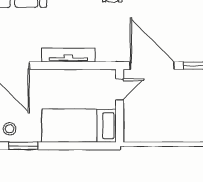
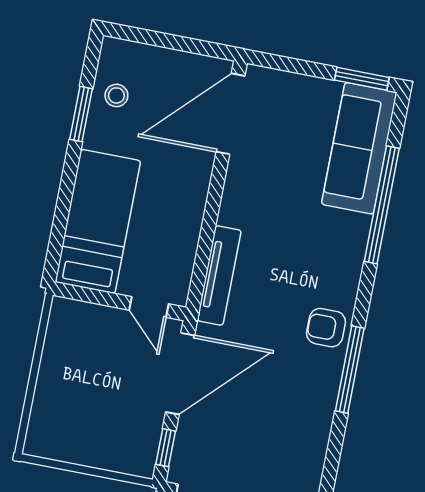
tv unit: (68, 55) -> (219, 275), moved

